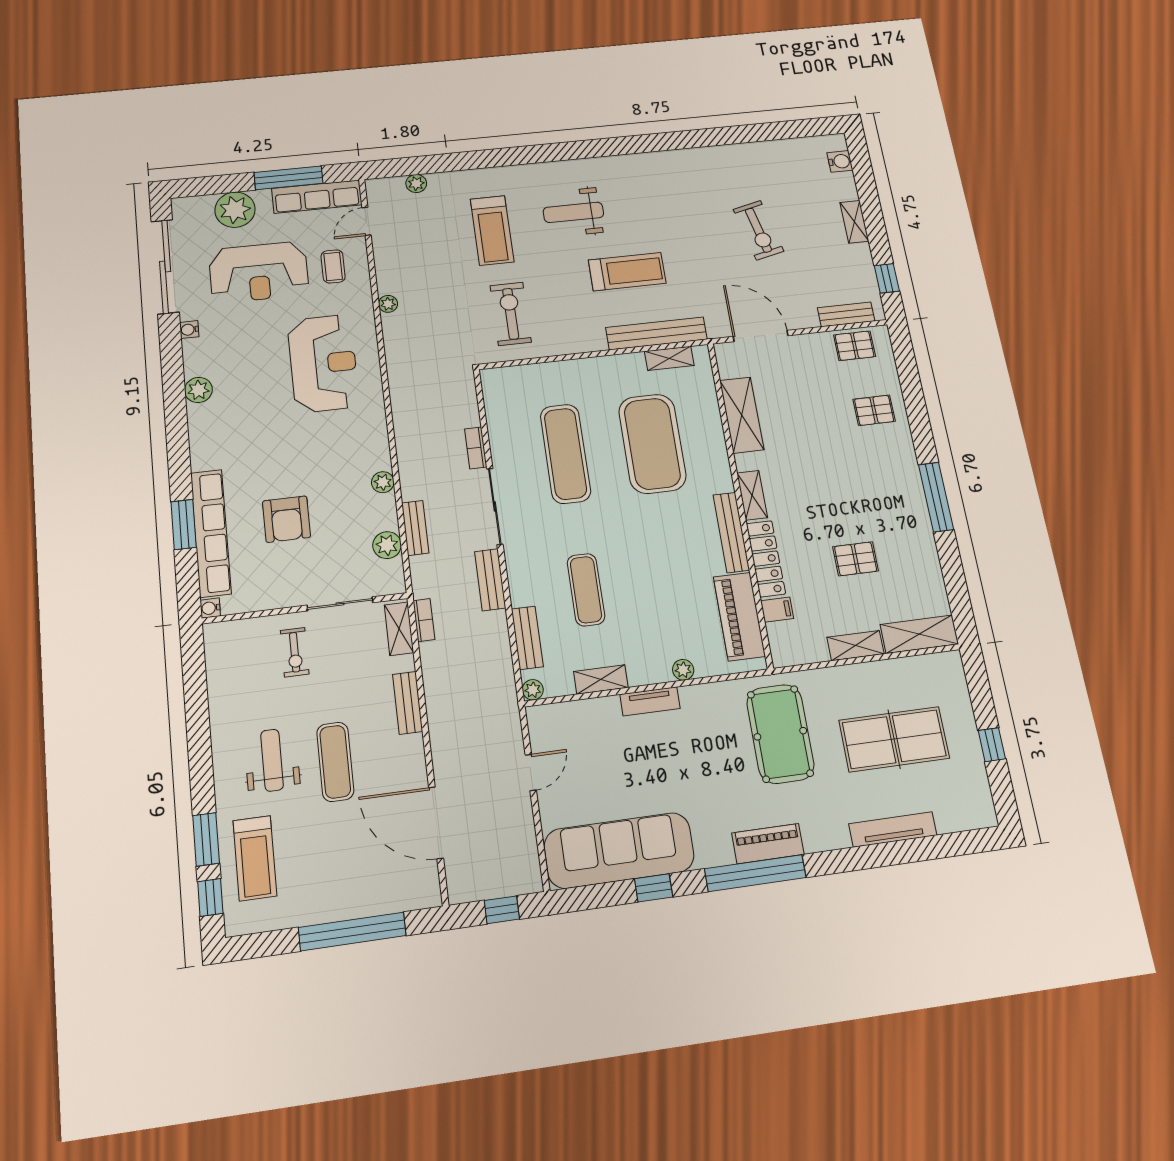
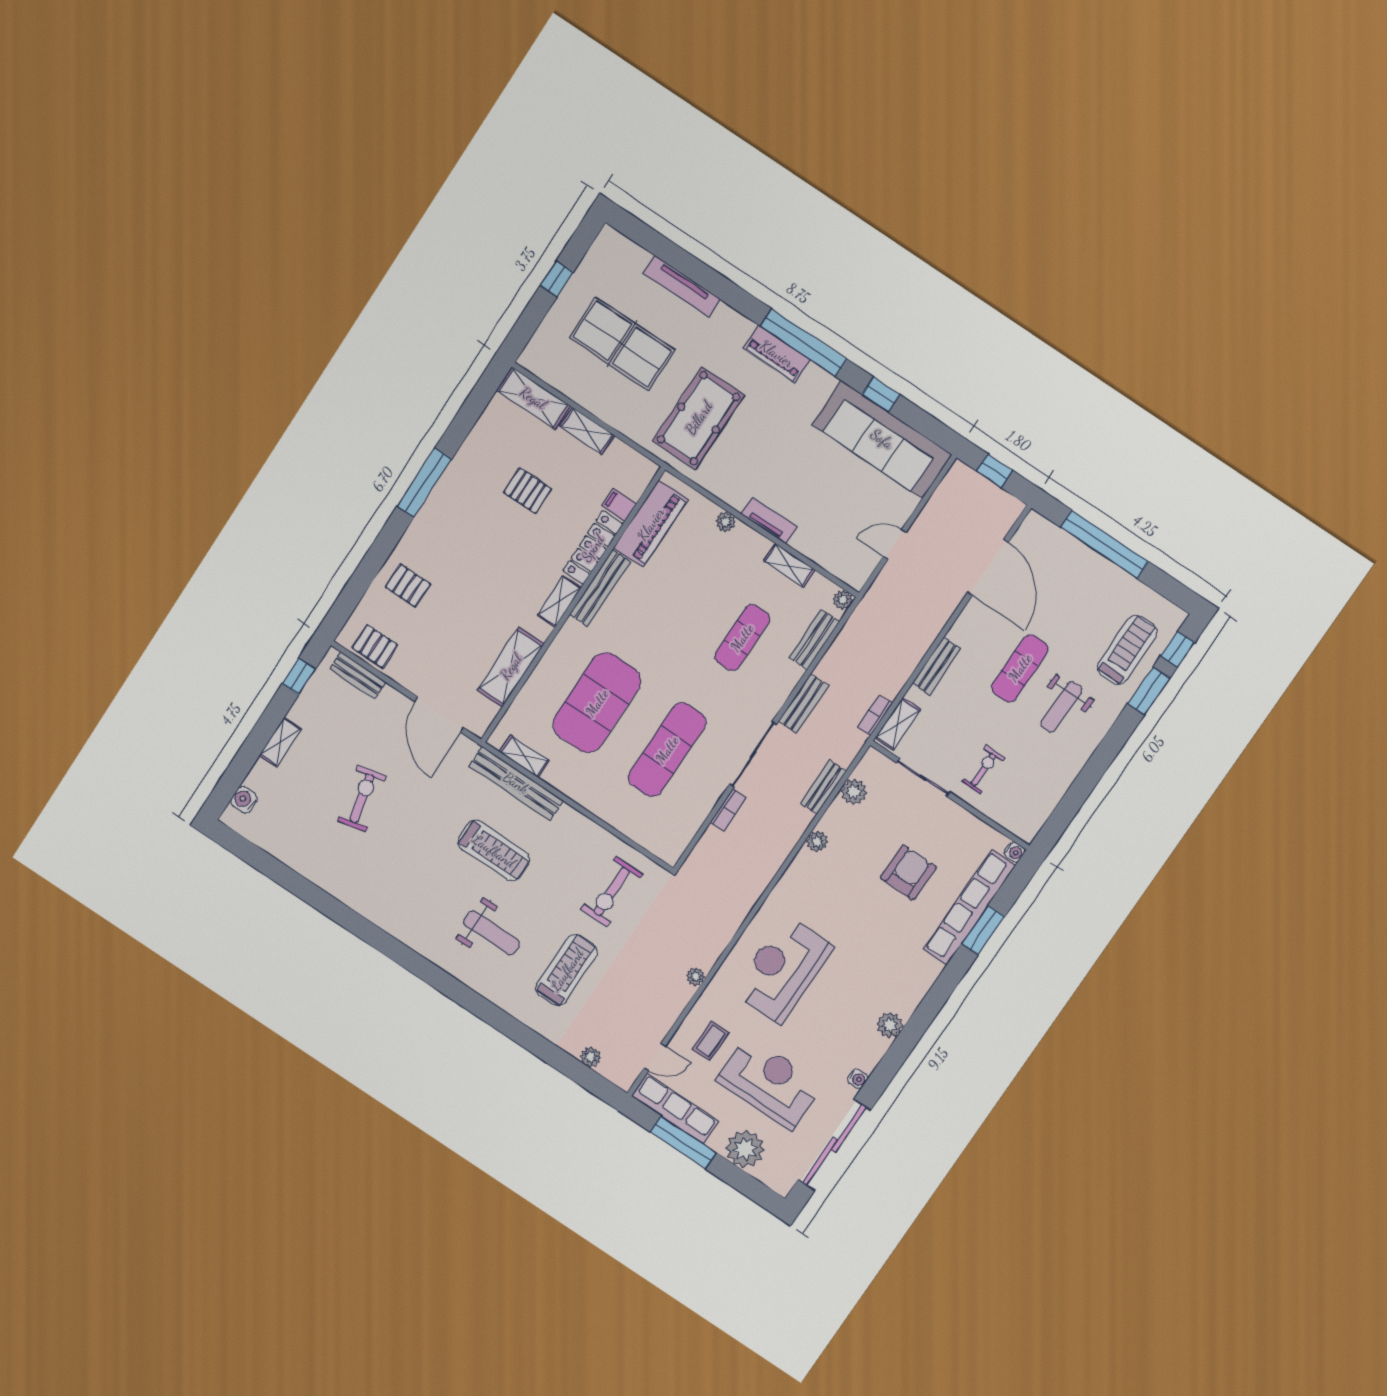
treadmill: (627, 272) -> (494, 851), turned 180

